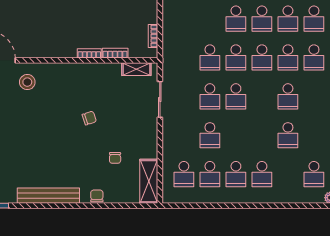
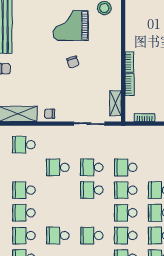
grand piano: (47, 120) -> (71, 25), added
chair: (115, 158) -> (50, 114), moved
school desk: (210, 174) -> (24, 236), moved

